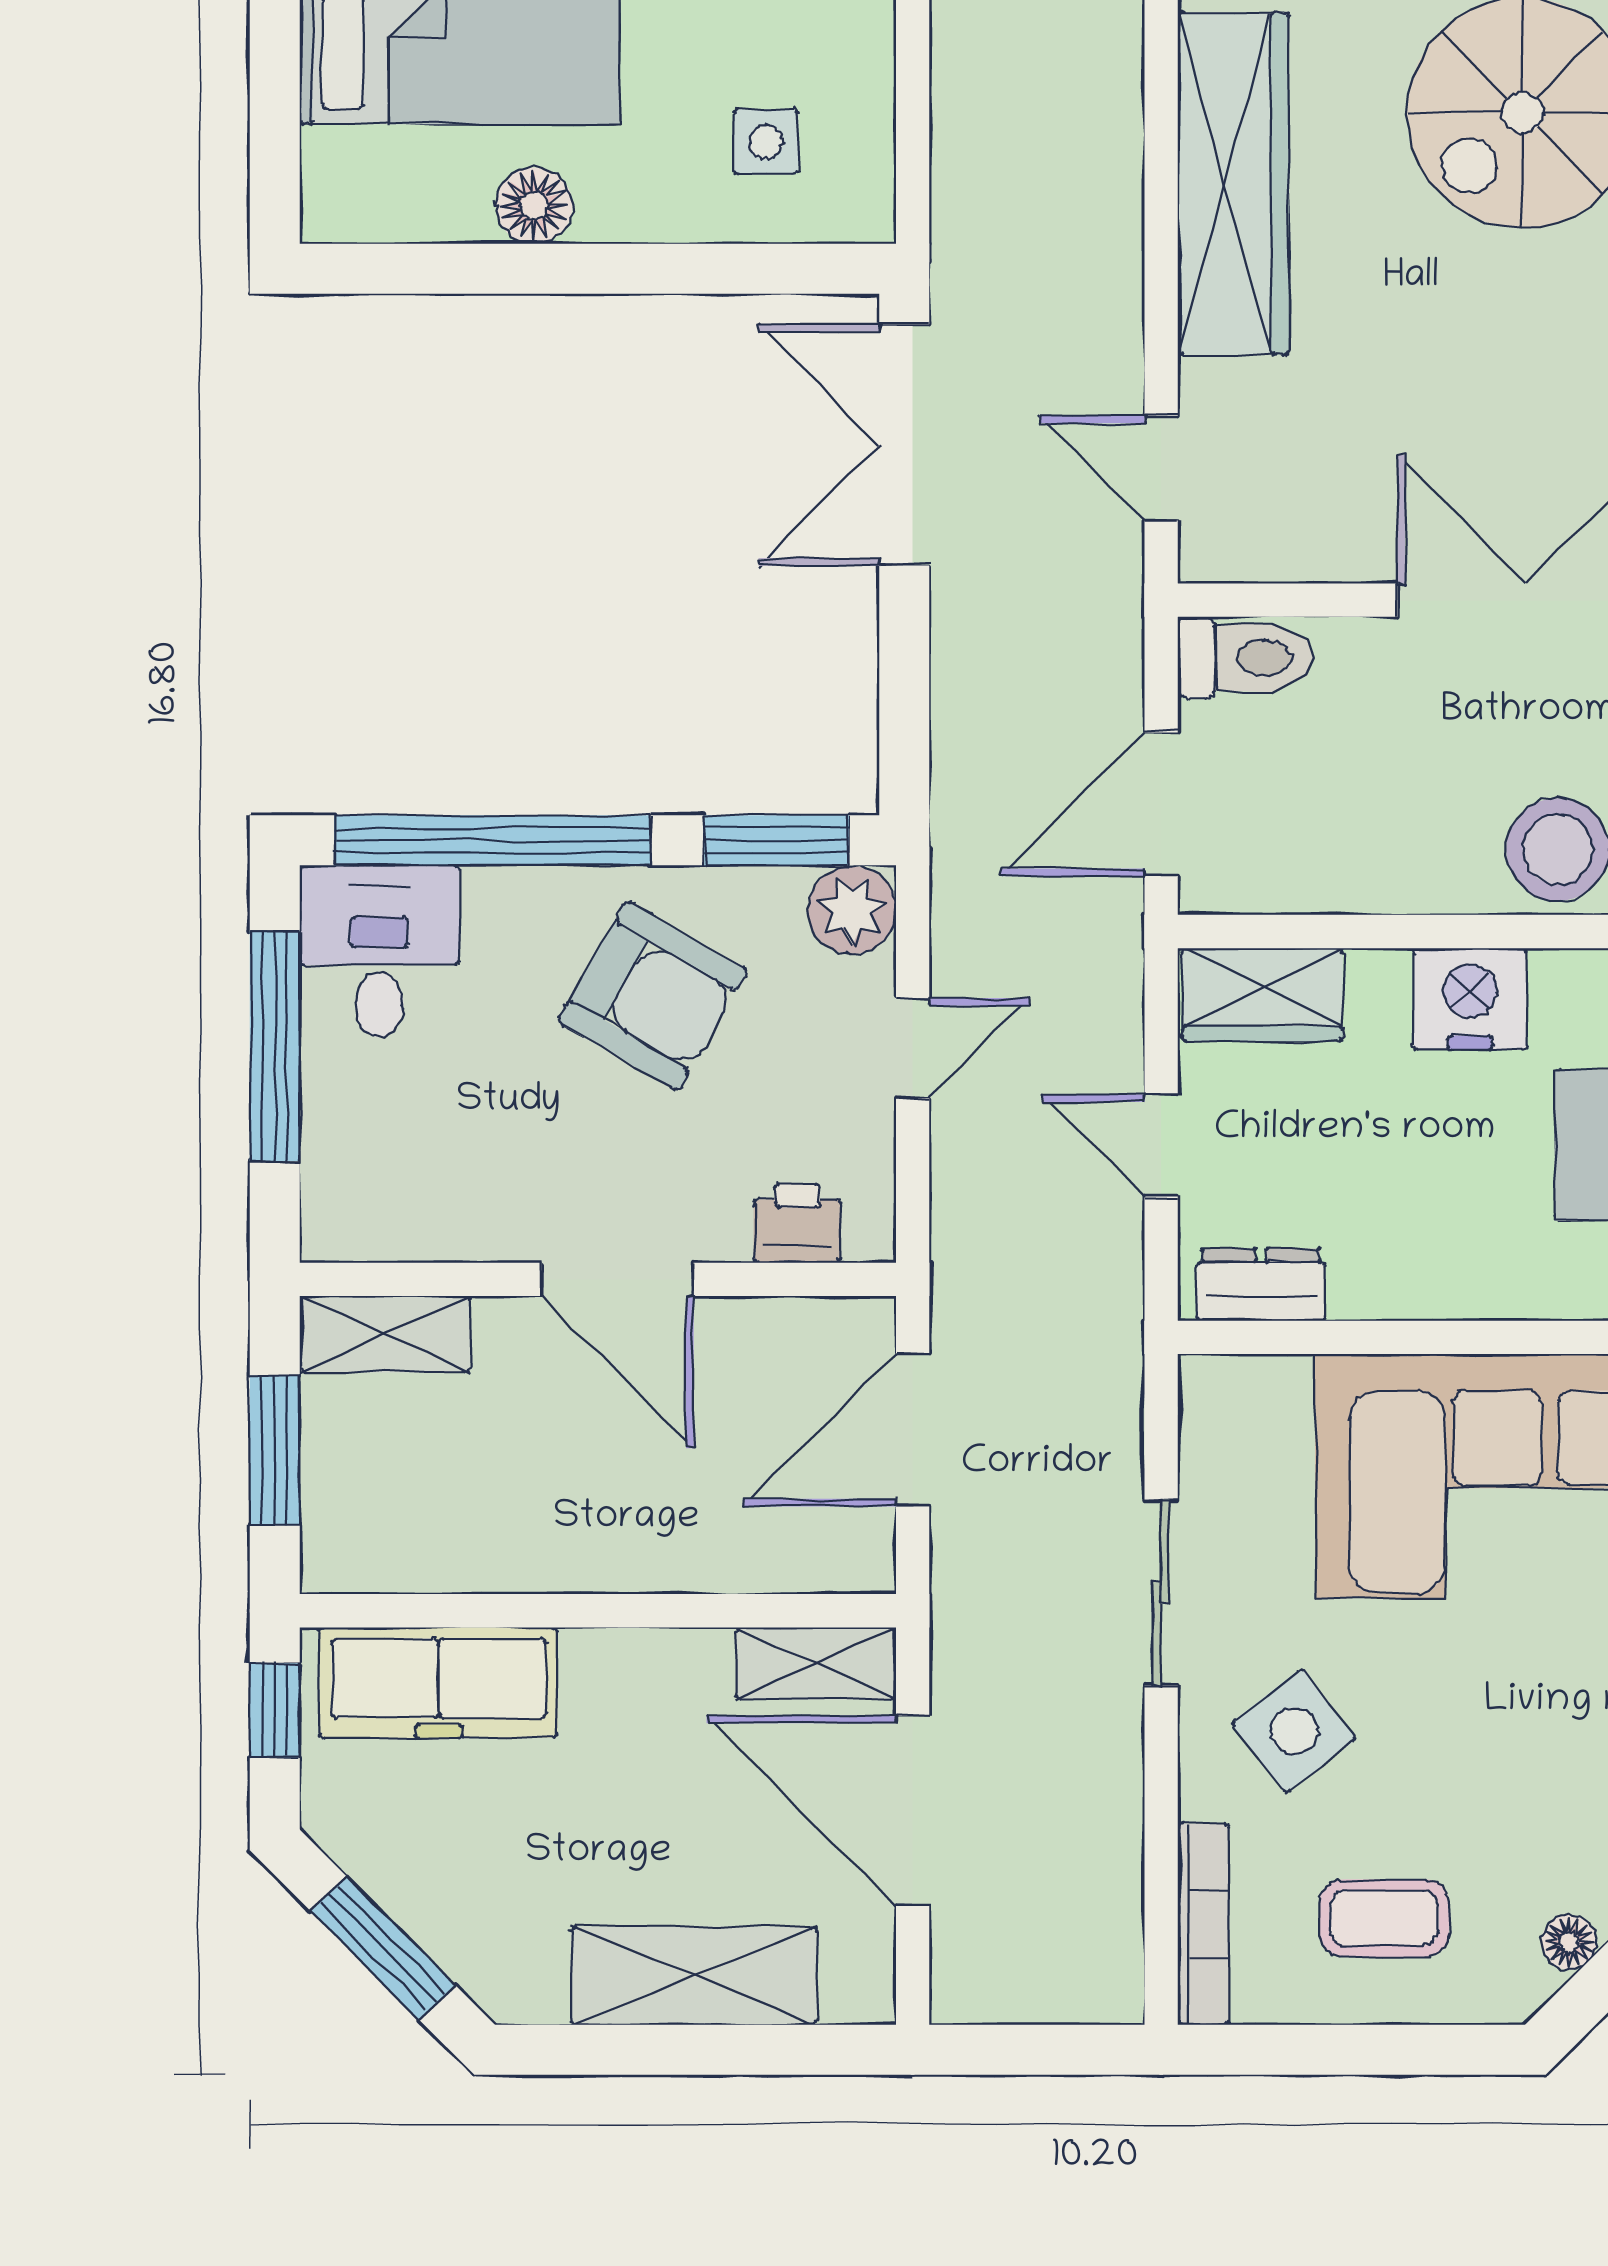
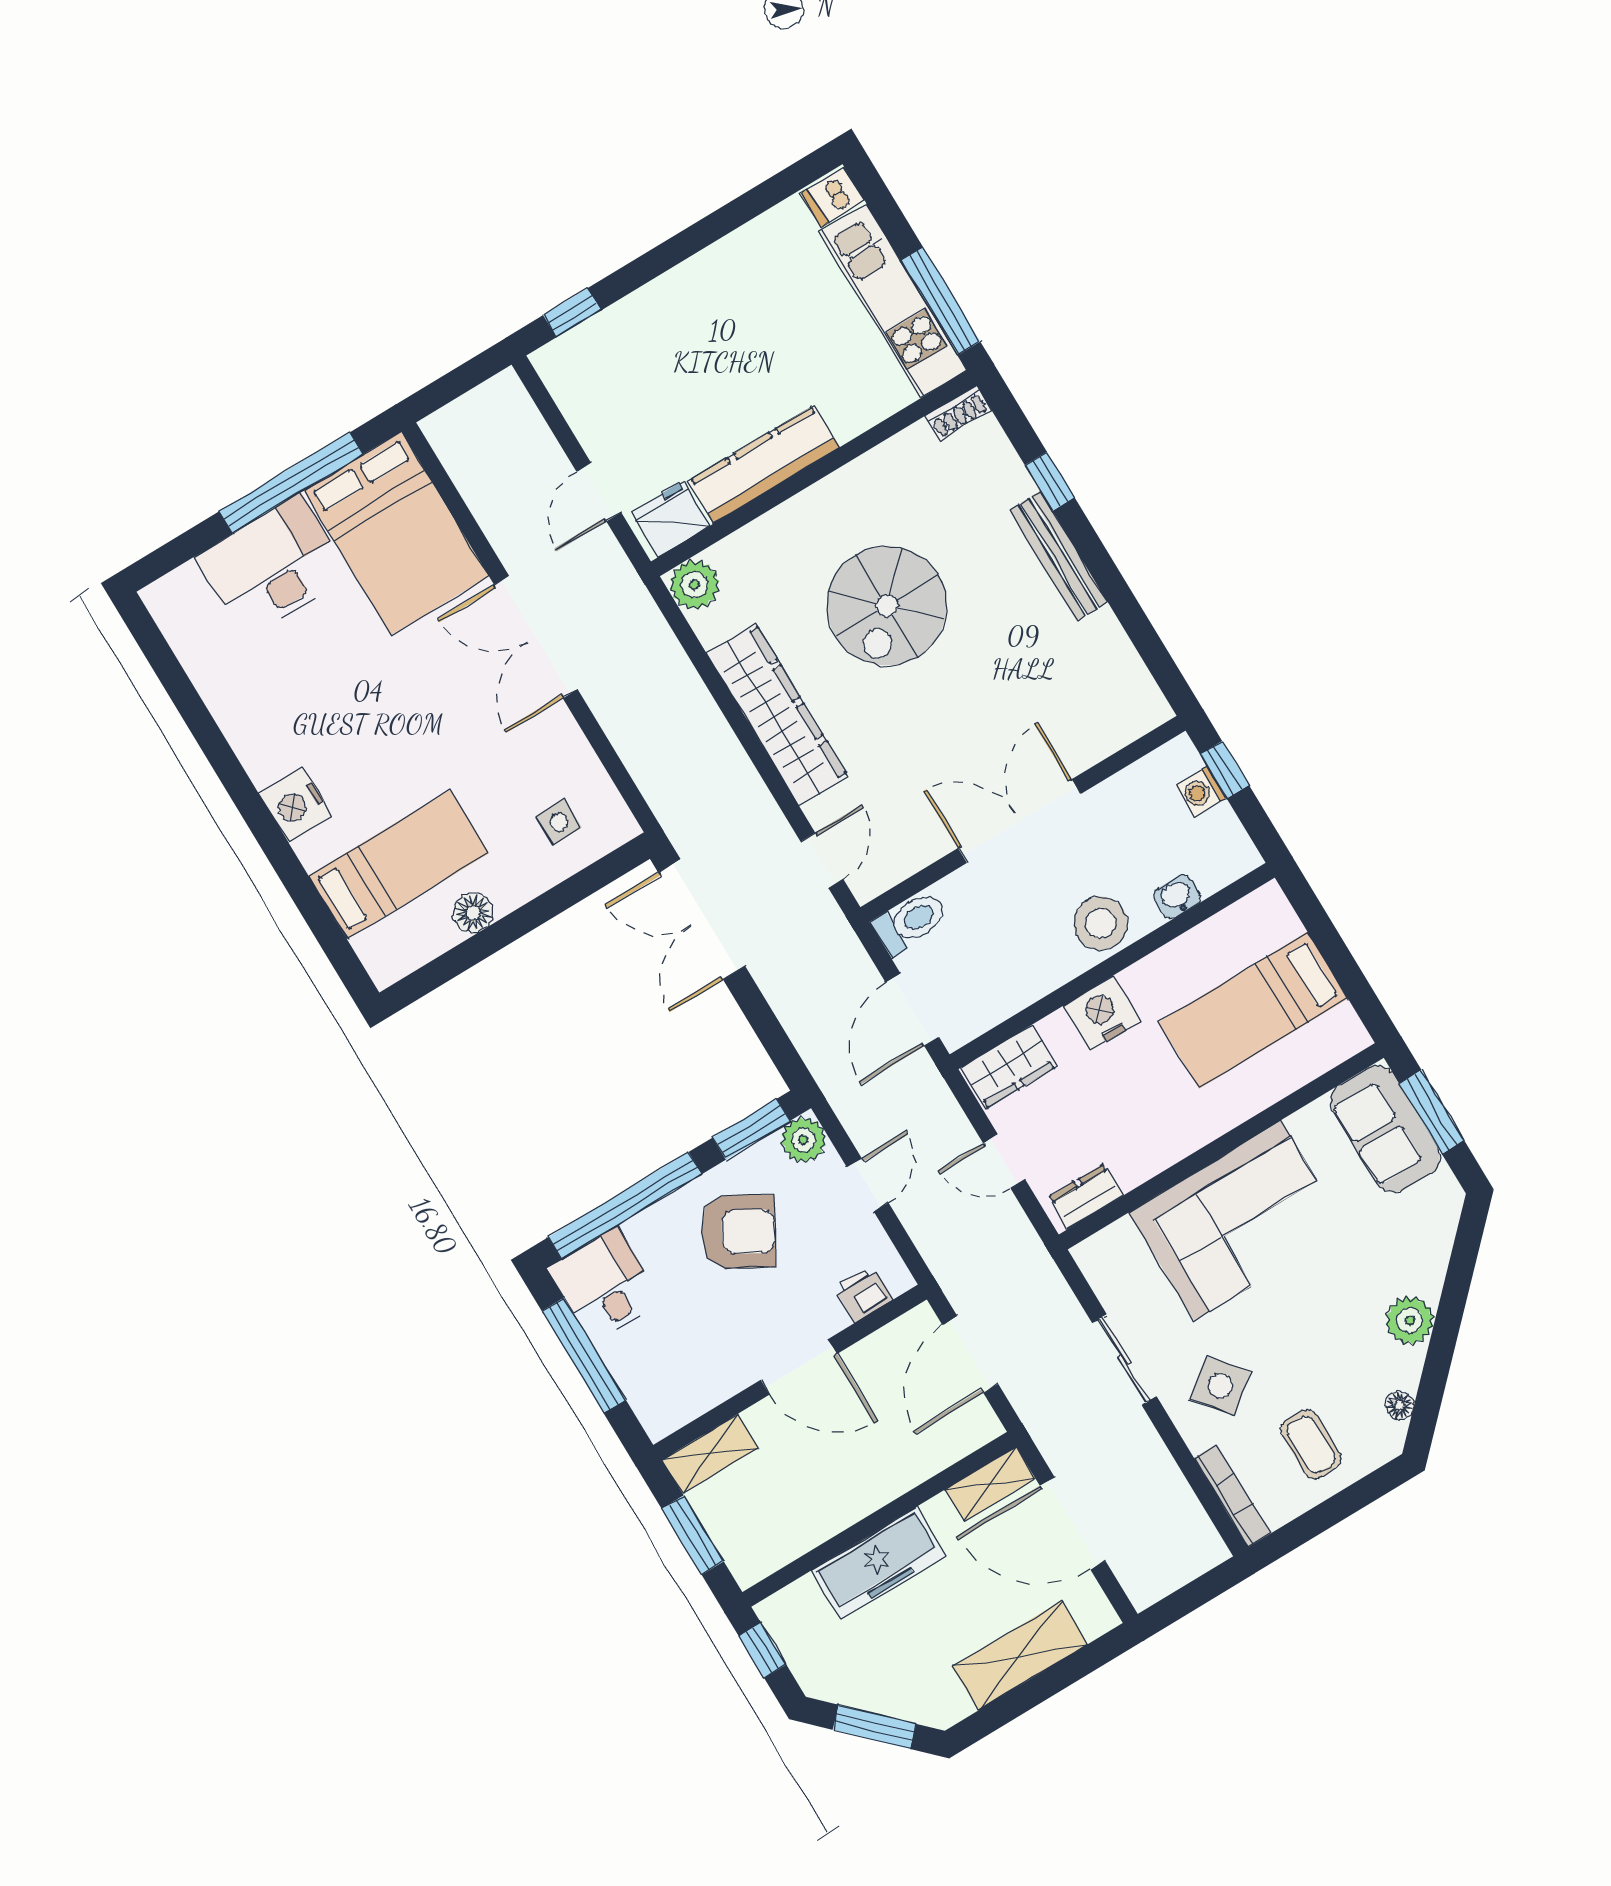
door: (1161, 468) -> (822, 861), swing flipped
freezer: (439, 1683) -> (879, 1563), moved
coffee table: (1384, 1918) -> (1311, 1444), turned 90

